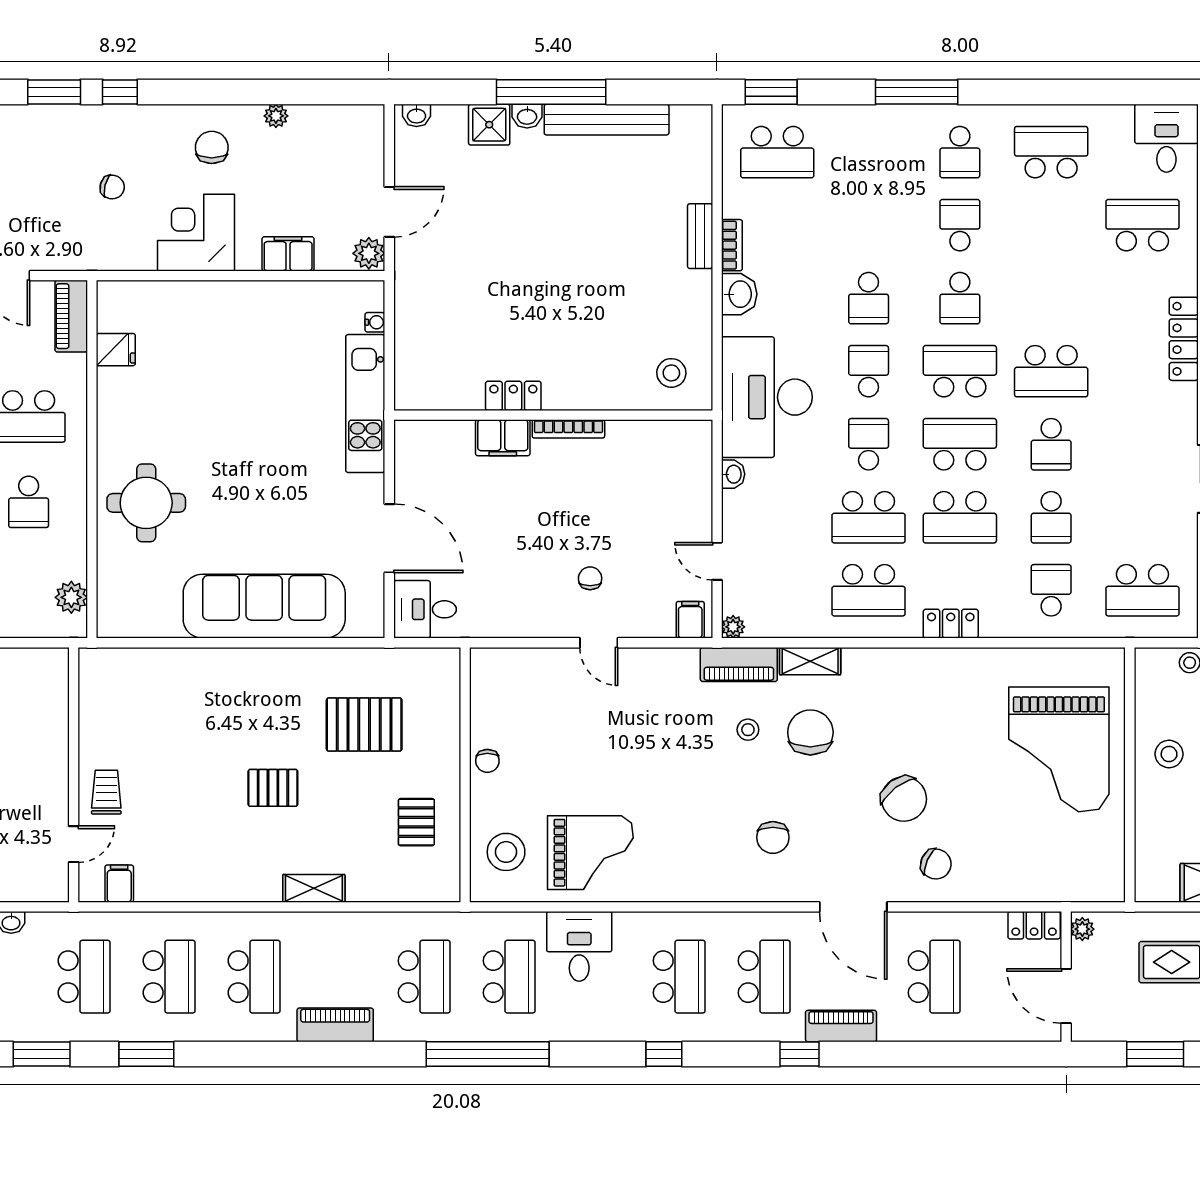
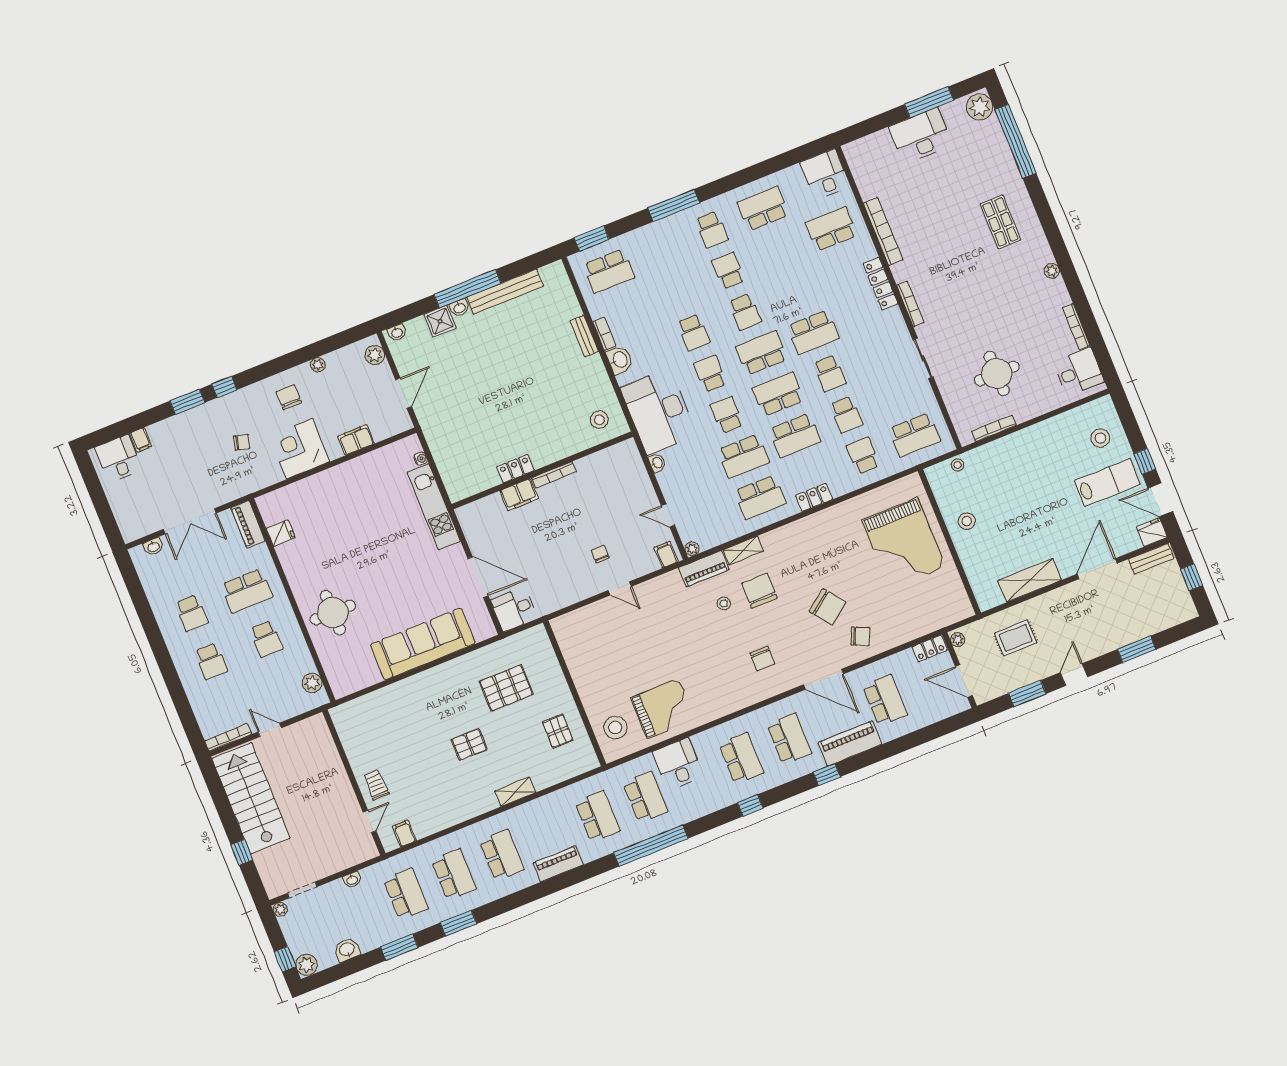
plant: (369, 253) -> (375, 355), moved
chair: (487, 761) -> (584, 680), removed
piano: (841, 1026) -> (850, 743), width x1.37, depth x1.33

